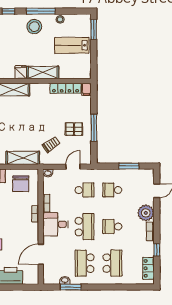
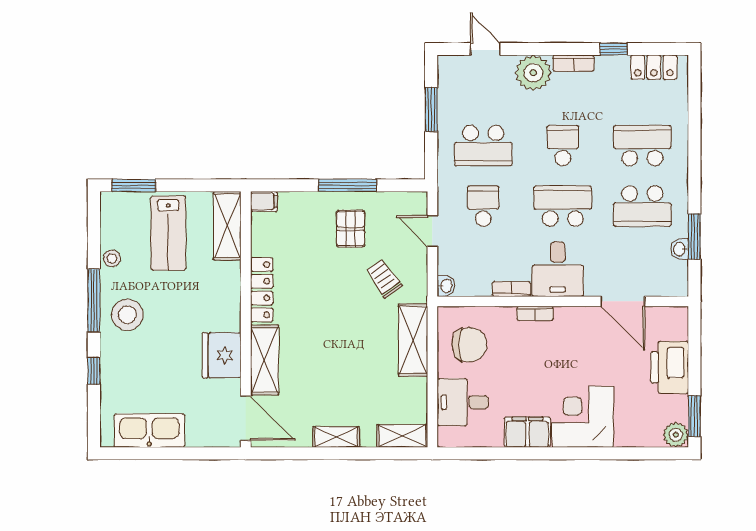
fridge: (21, 72) -> (222, 355), width x1.88, depth x1.34
shelving: (43, 72) -> (227, 226), moved
locker: (65, 88) -> (262, 290), moved
school desk: (112, 190) -> (483, 146), width x1.85
school desk: (112, 227) -> (563, 146), turned 180

